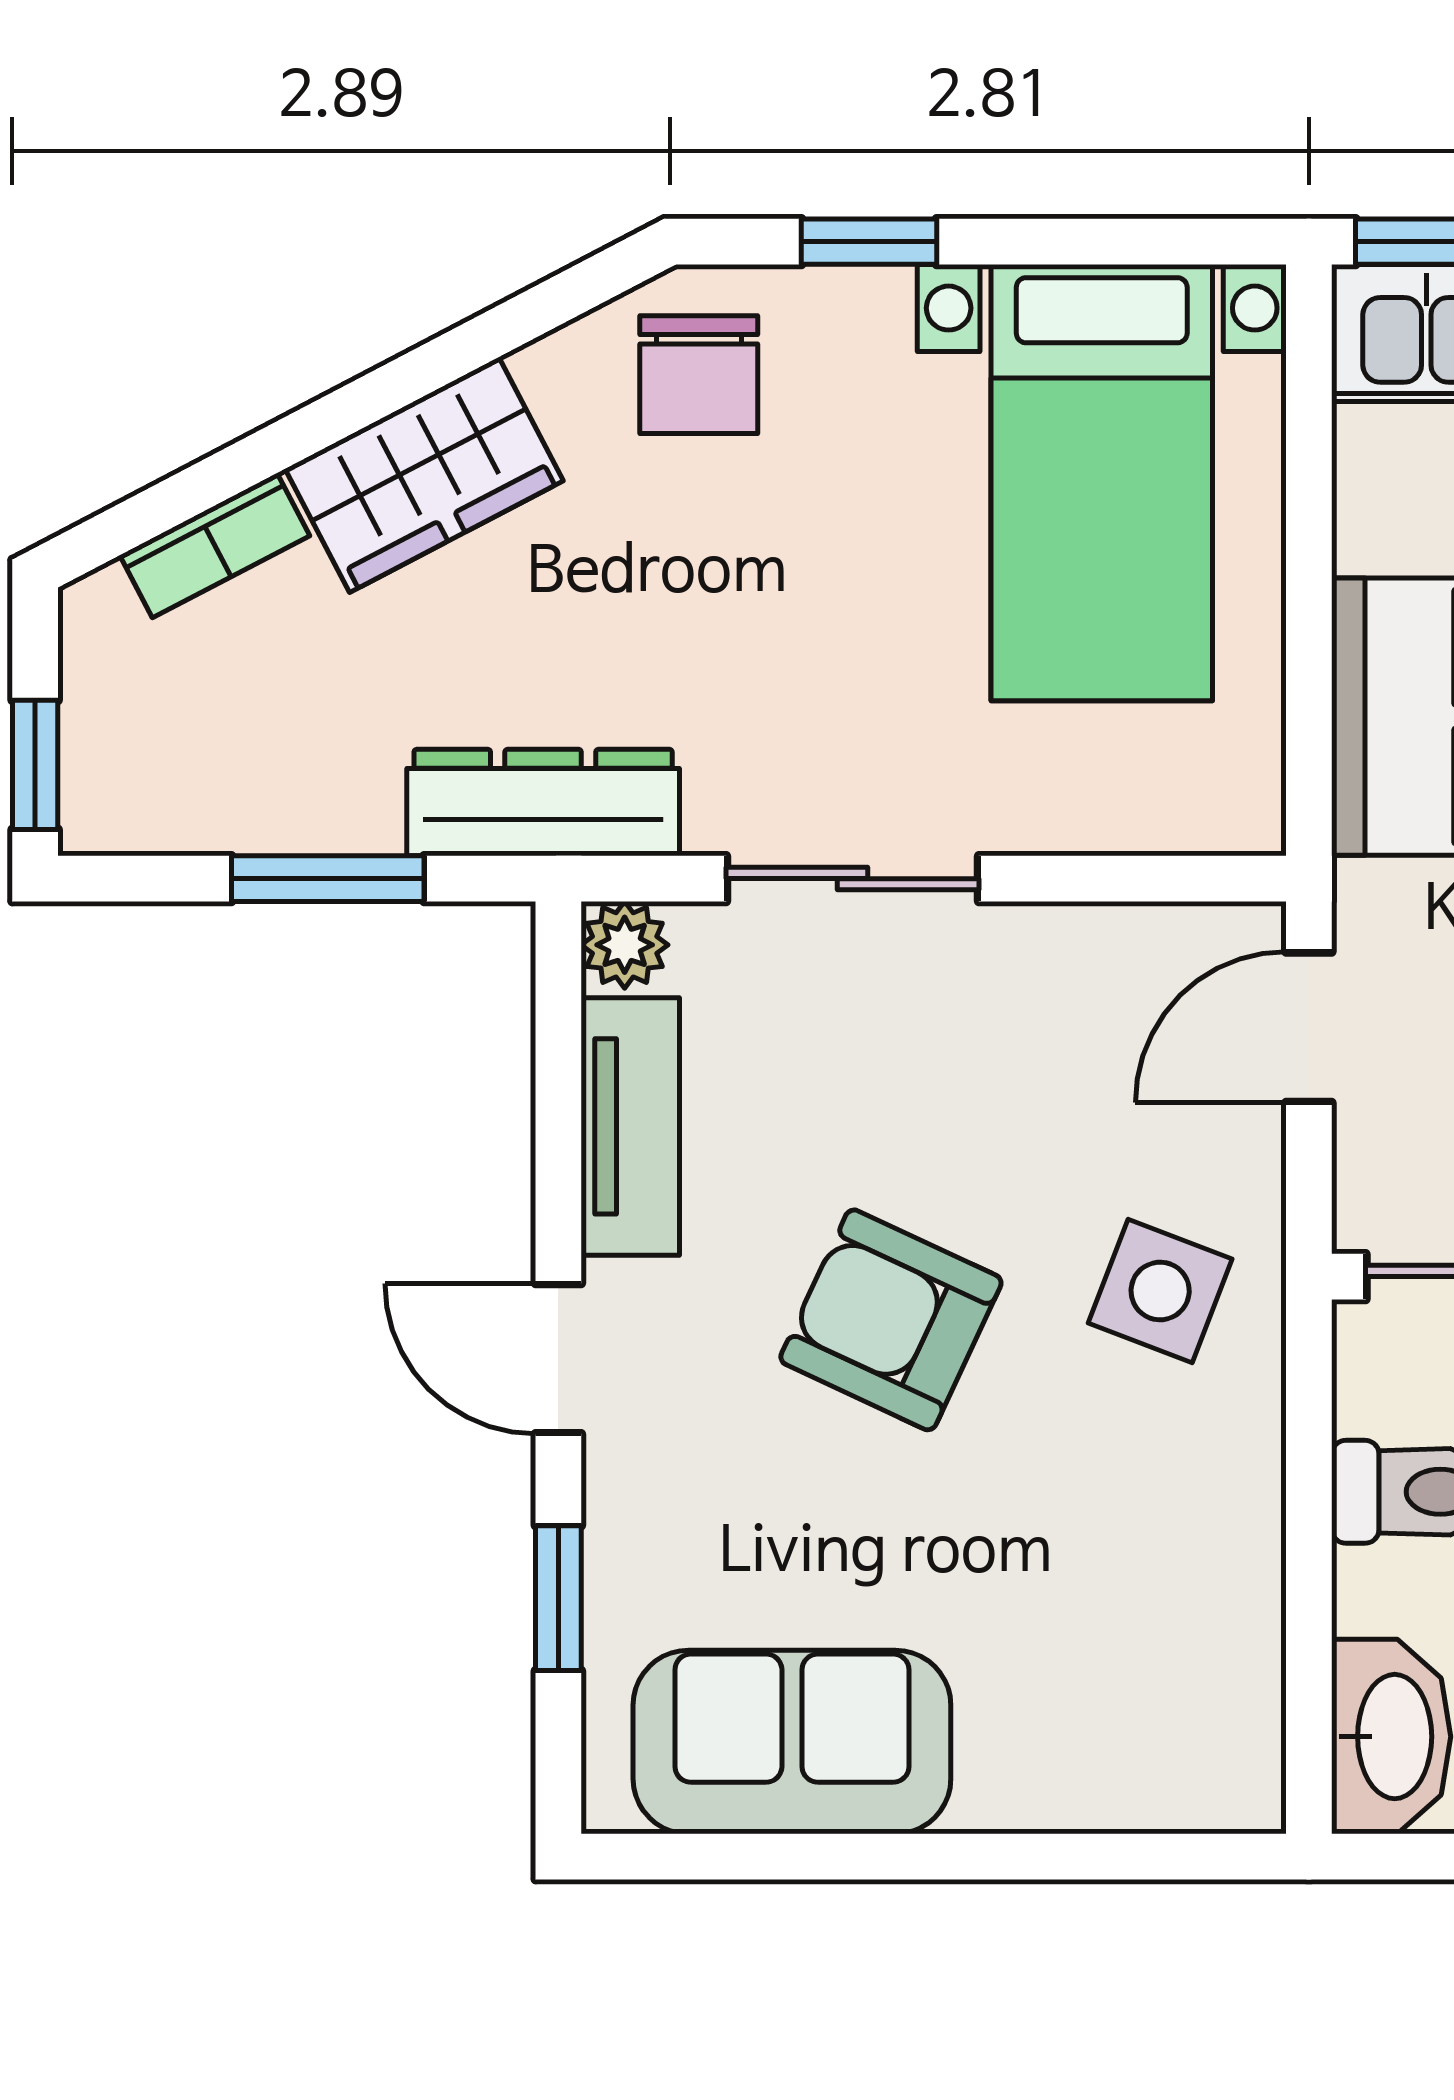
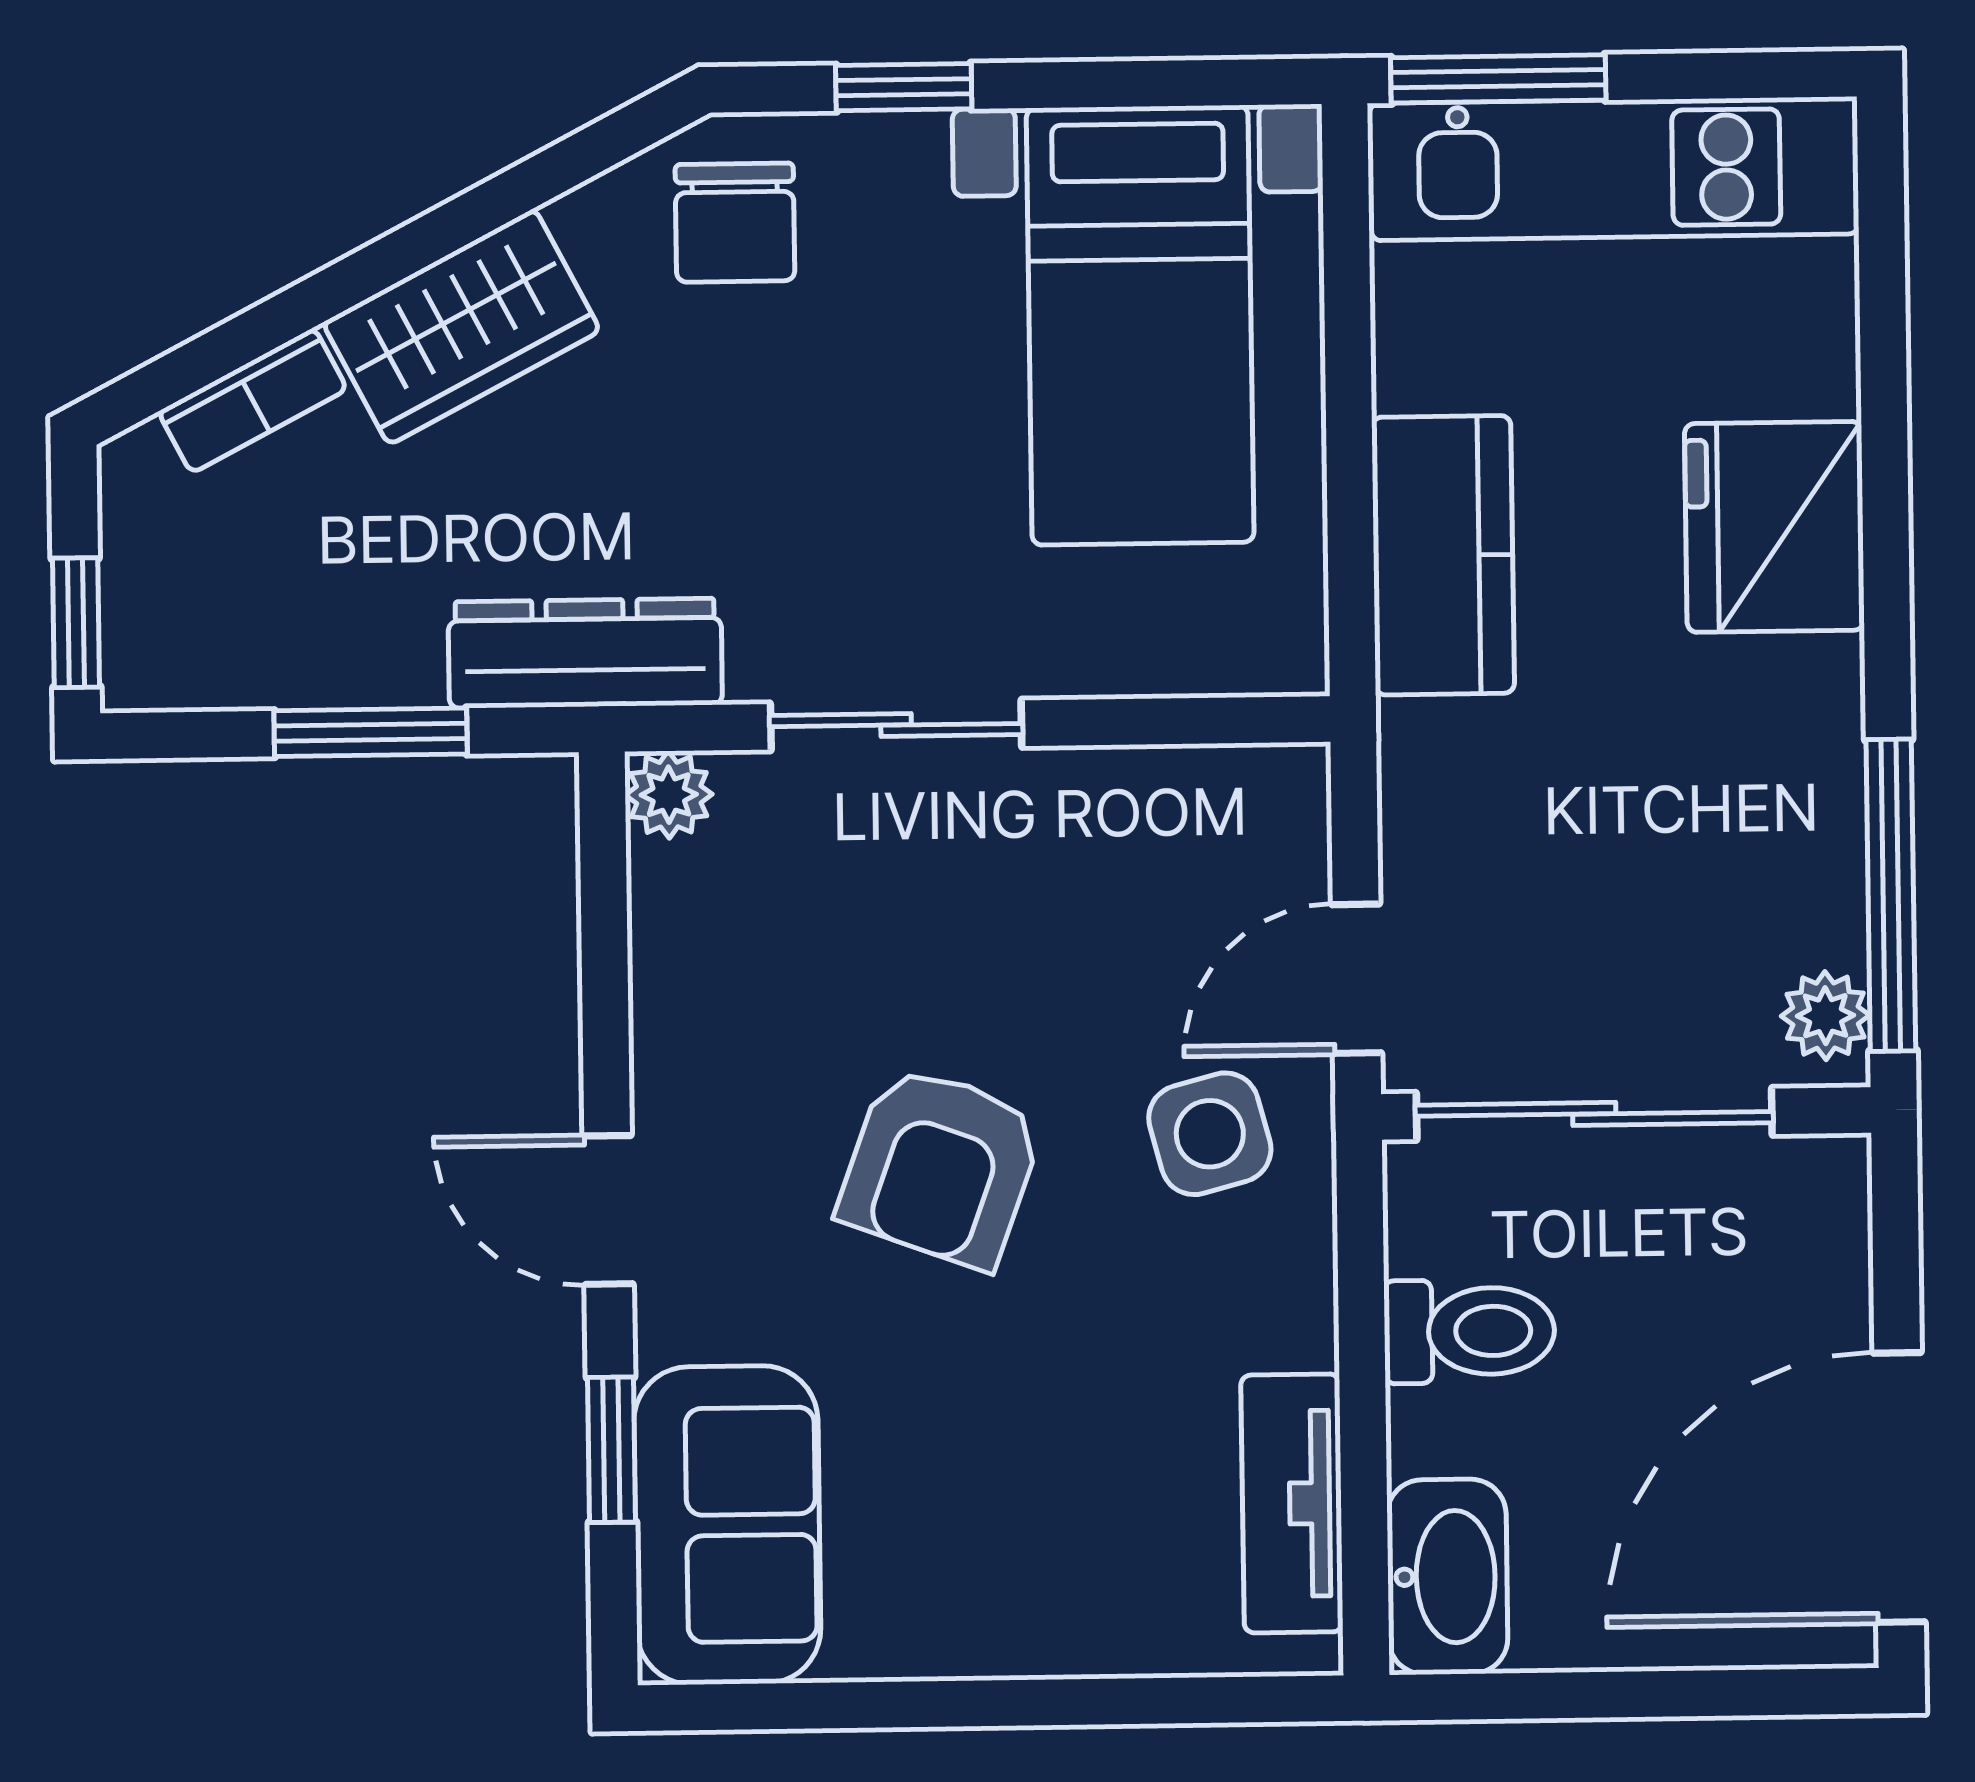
door: (1309, 1027) -> (1357, 979), moved
tv unit: (630, 1126) -> (1292, 1503), moved, turned 180
side table: (1160, 1291) -> (1210, 1134), turned -36
armchair: (891, 1320) -> (941, 1166), turned -95
sofa: (792, 1742) -> (727, 1525), moved, turned 90

